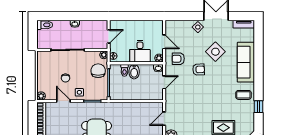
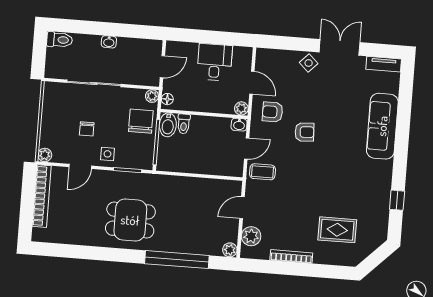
desk: (140, 51) -> (215, 62), moved, turned 180
side table: (215, 52) -> (334, 105), removed
bidet: (134, 72) -> (168, 125), moved
coffee table: (243, 95) -> (262, 172), moved
door: (63, 101) -> (80, 166), swing flipped

